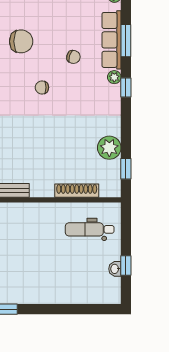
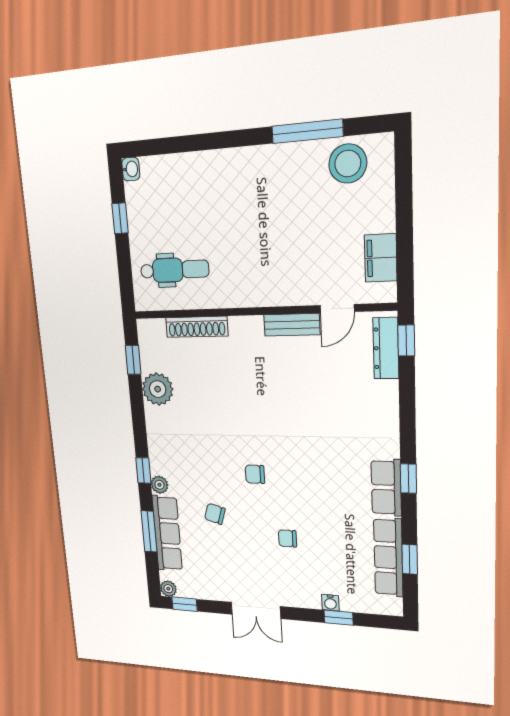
chair: (21, 41) -> (287, 538), width x0.54, depth x0.54
chair: (42, 87) -> (255, 474), turned 180
washbasin: (115, 269) -> (131, 169), moved

